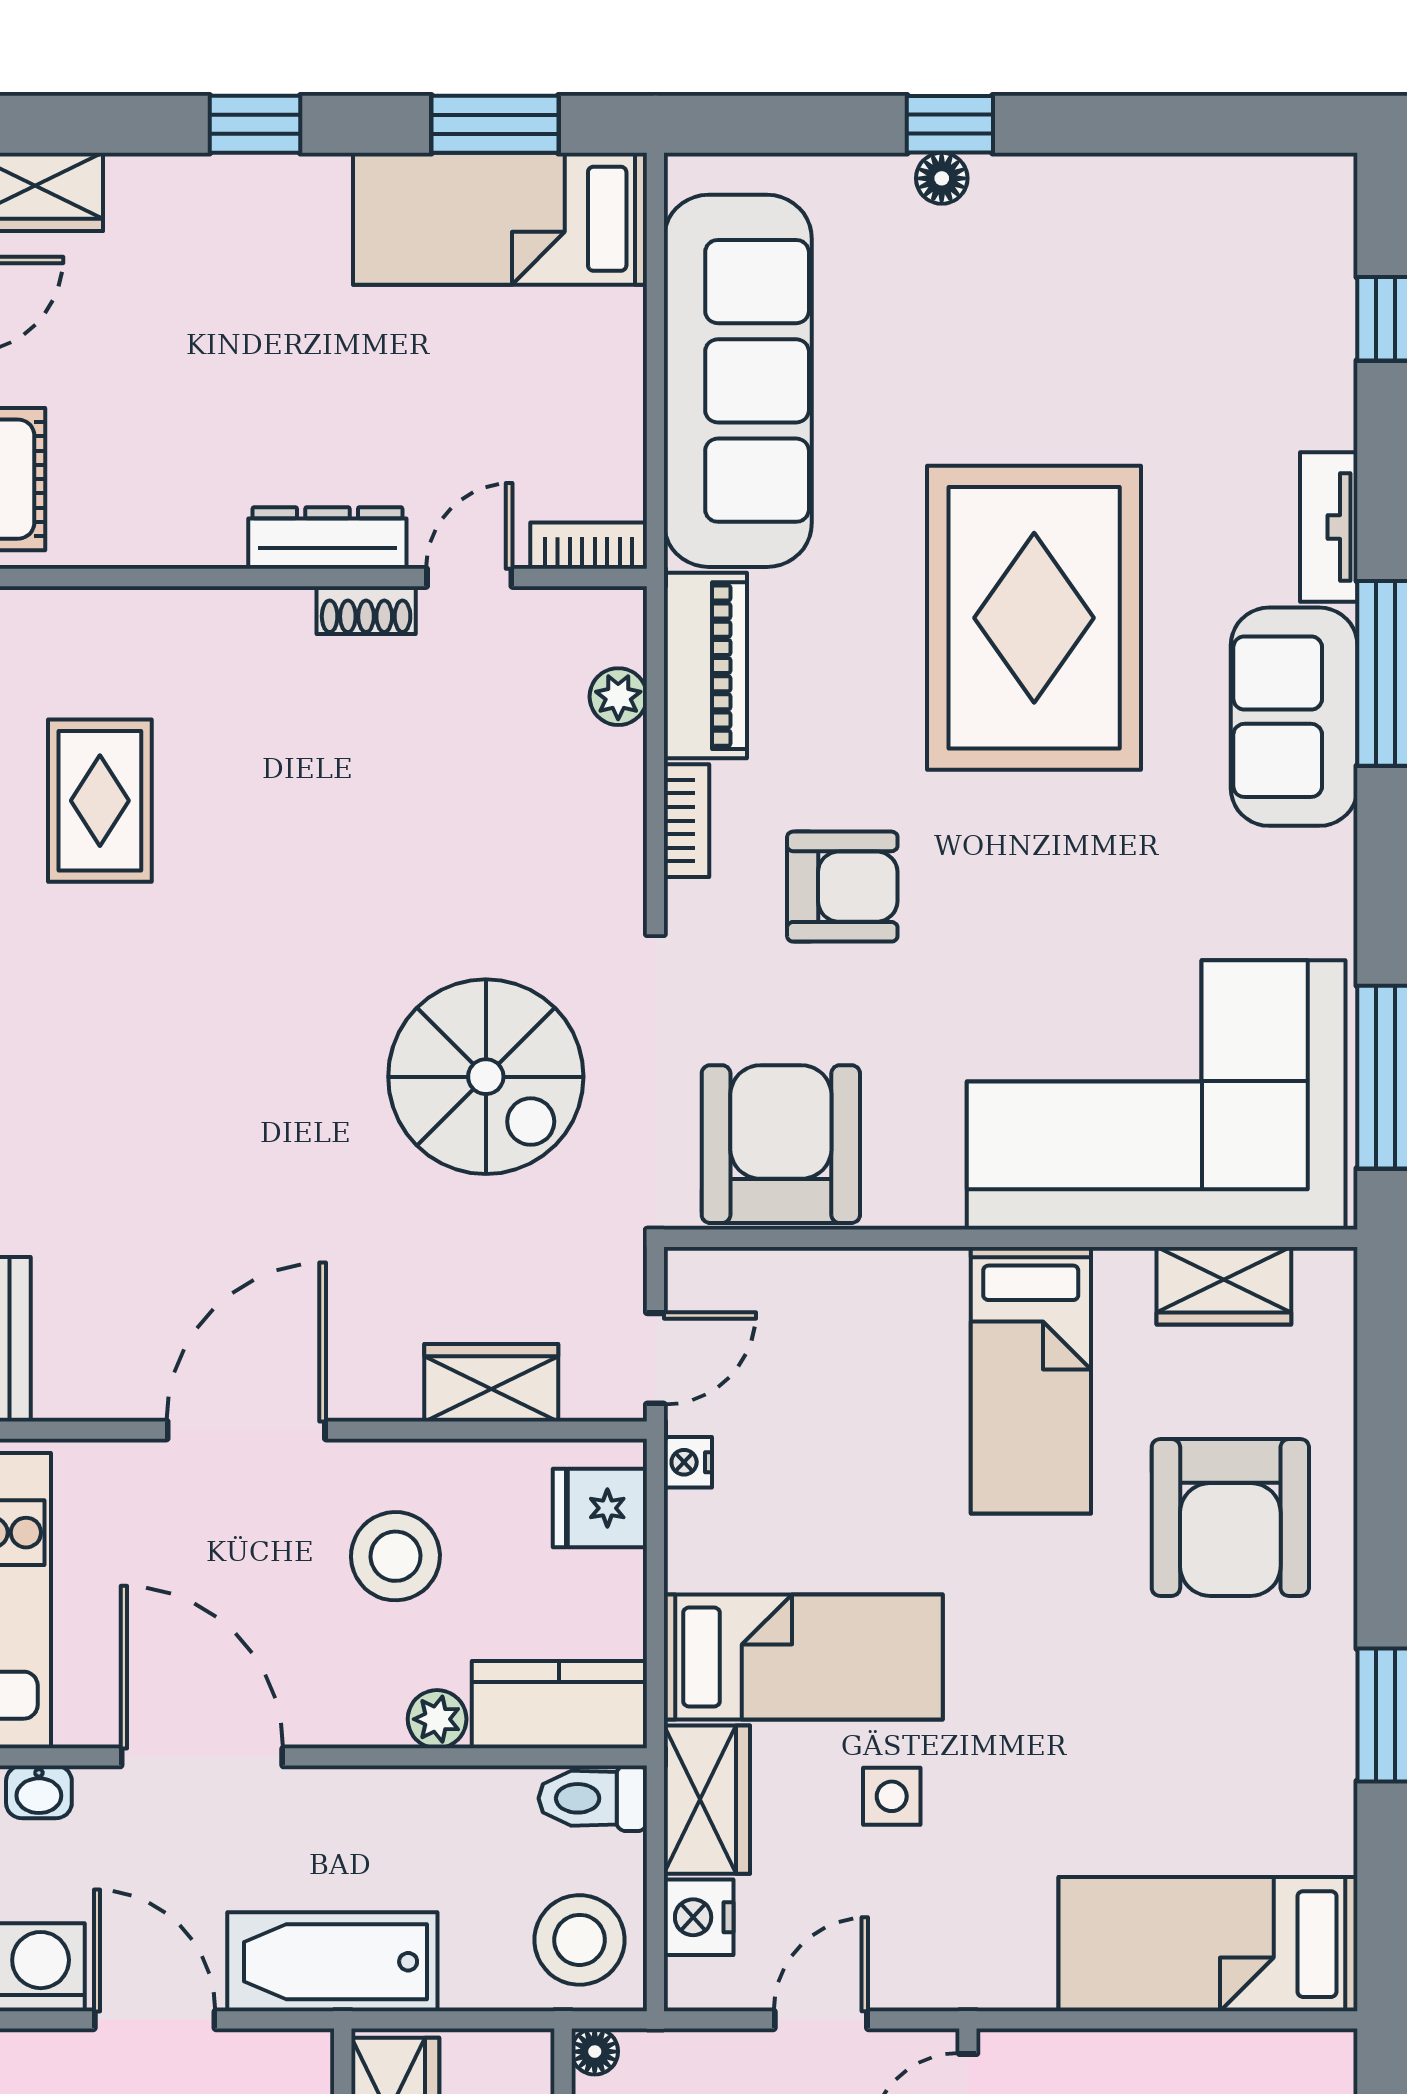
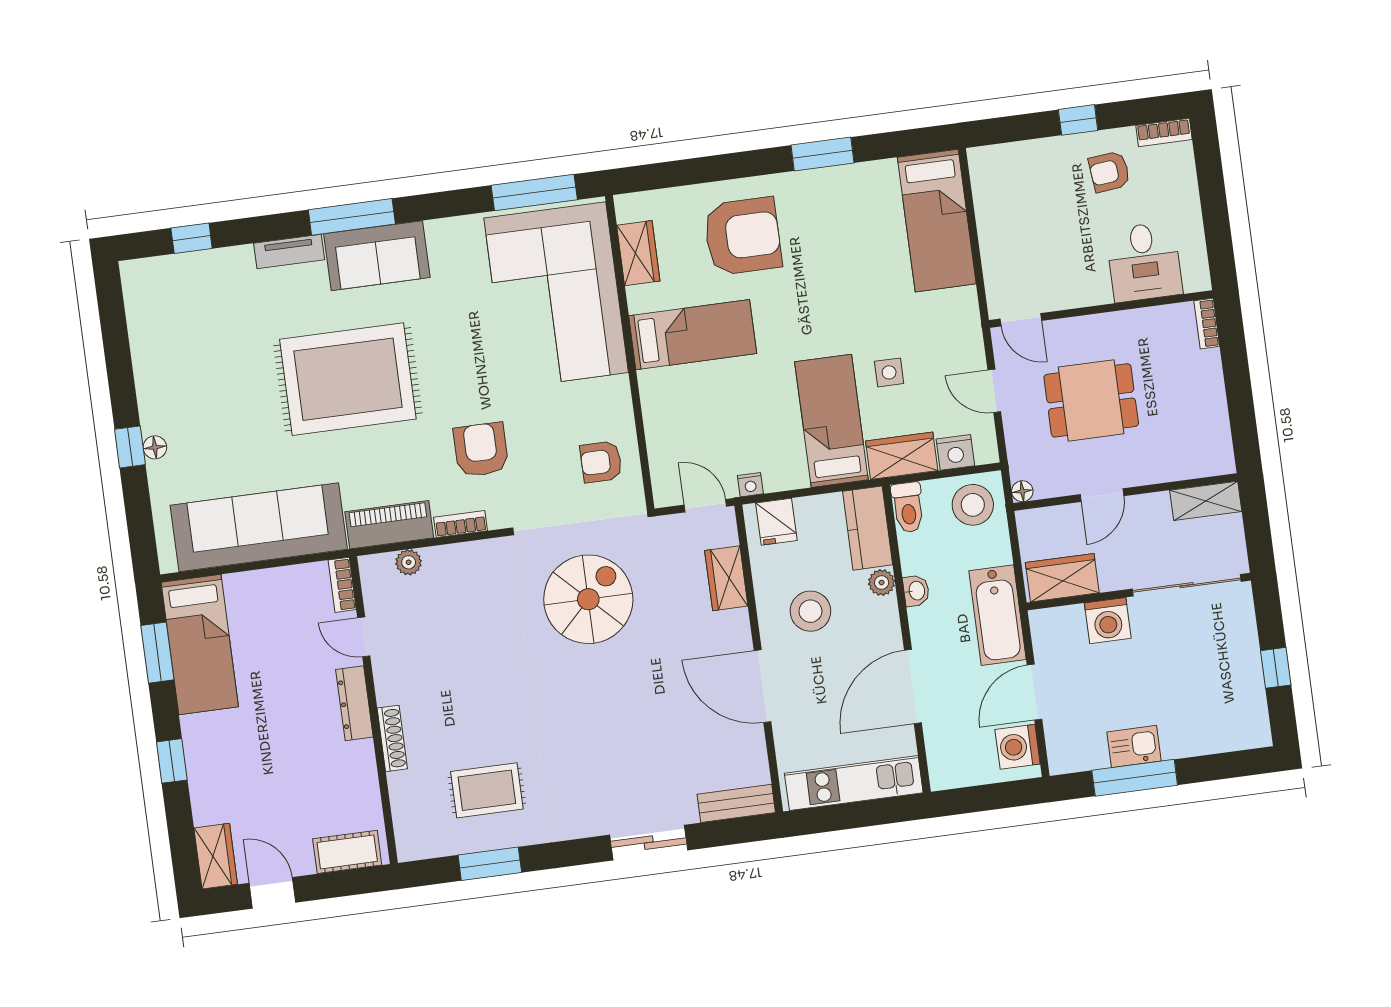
shoe rack: (366, 610) -> (392, 738), moved, width x1.43
armchair: (781, 1144) -> (601, 462), width x0.53, depth x0.53
washbasin: (39, 1792) -> (916, 591), moved

